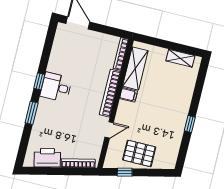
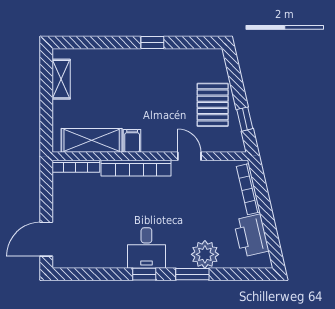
plant: (42, 124) -> (205, 254), added

